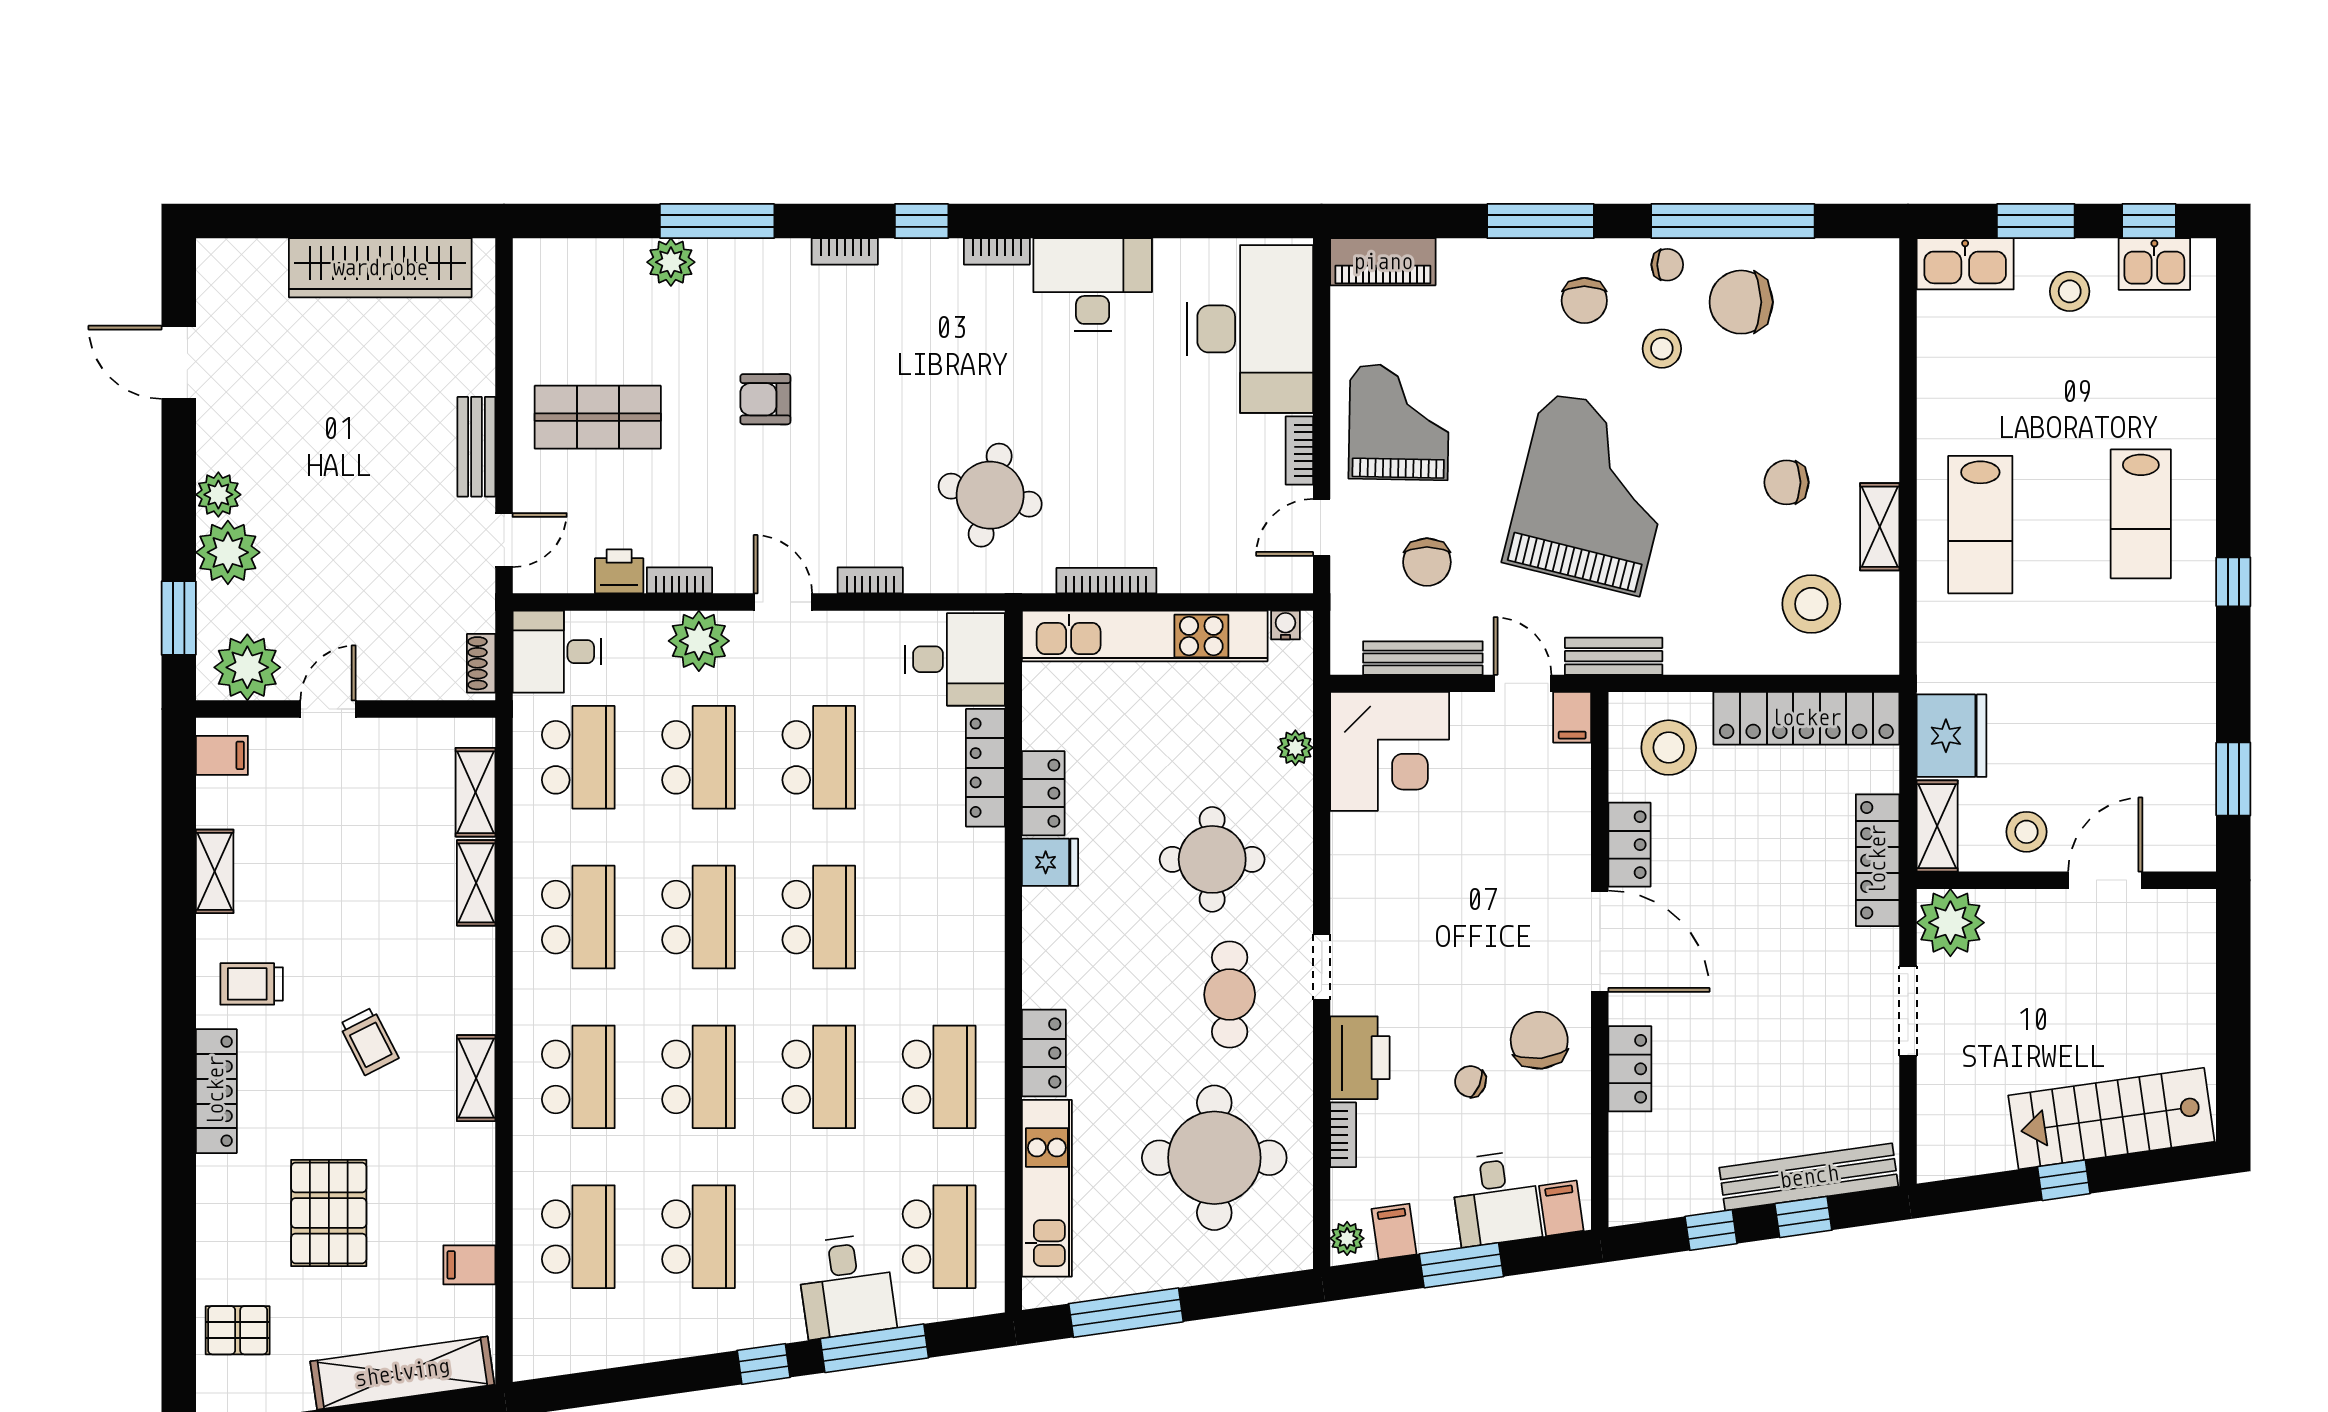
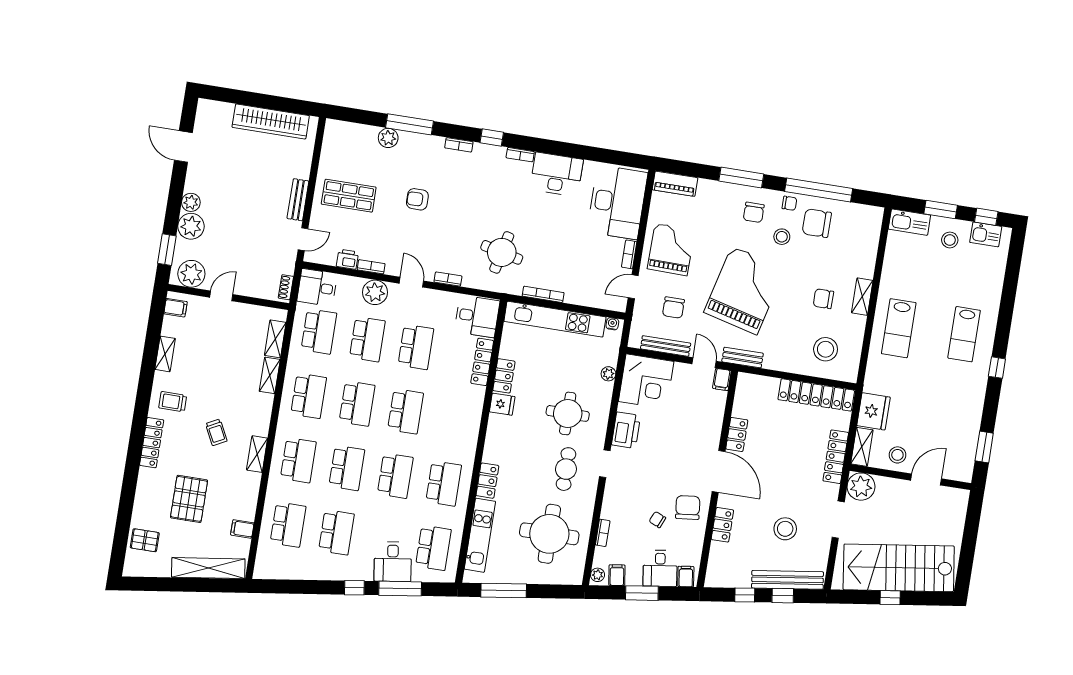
shelving: (1880, 527) -> (862, 297), moved
stool: (1669, 748) -> (785, 529), moved
printer: (1360, 1058) -> (626, 430), moved
stairs: (2111, 1118) -> (899, 568), width x1.36, depth x1.51

